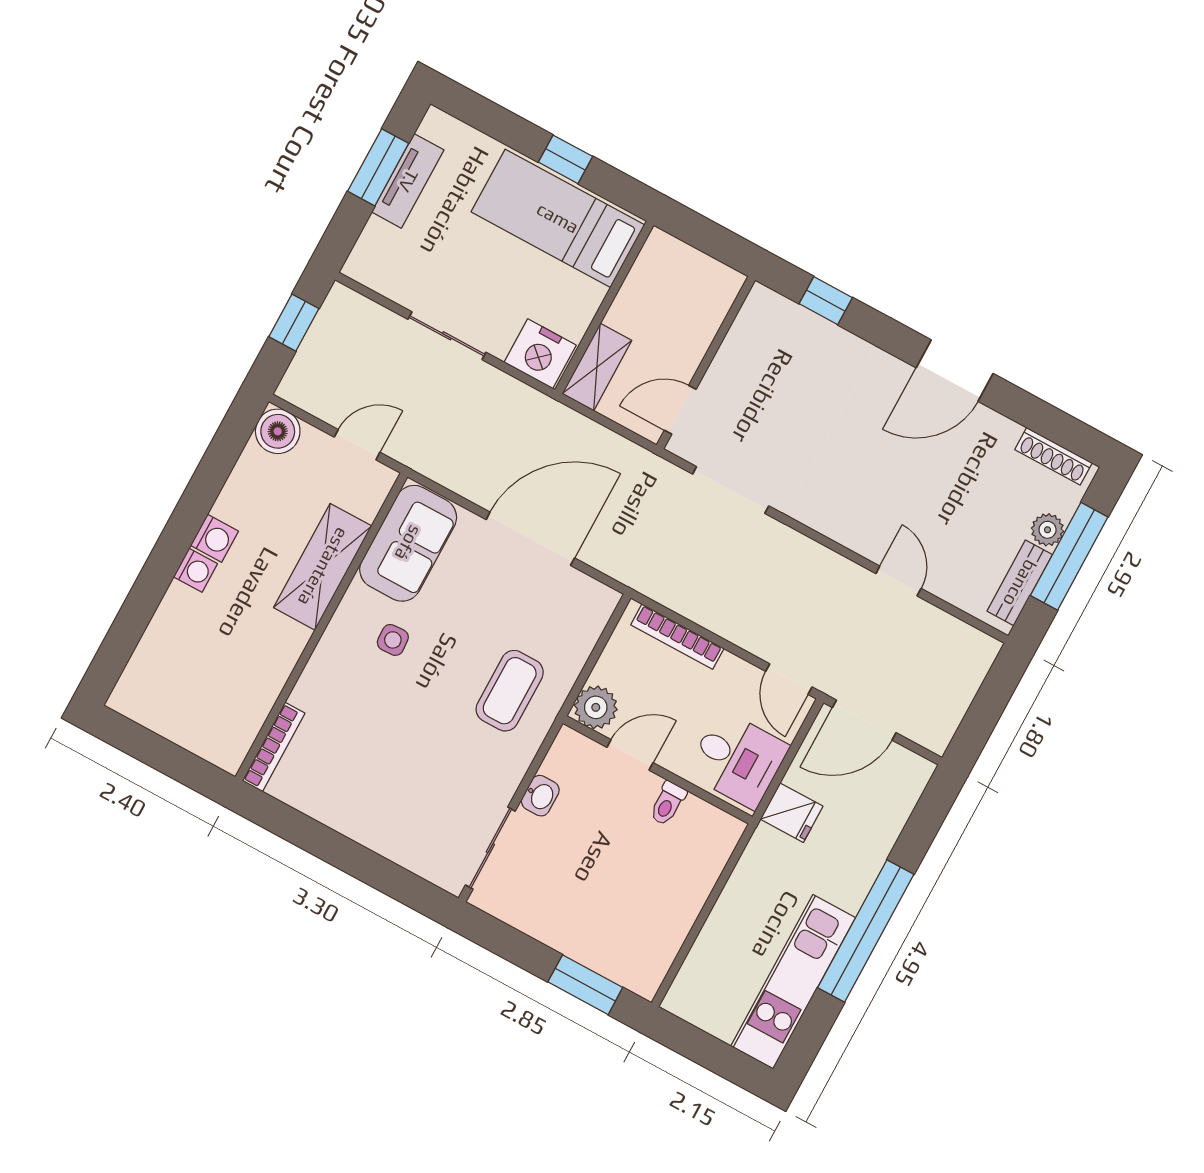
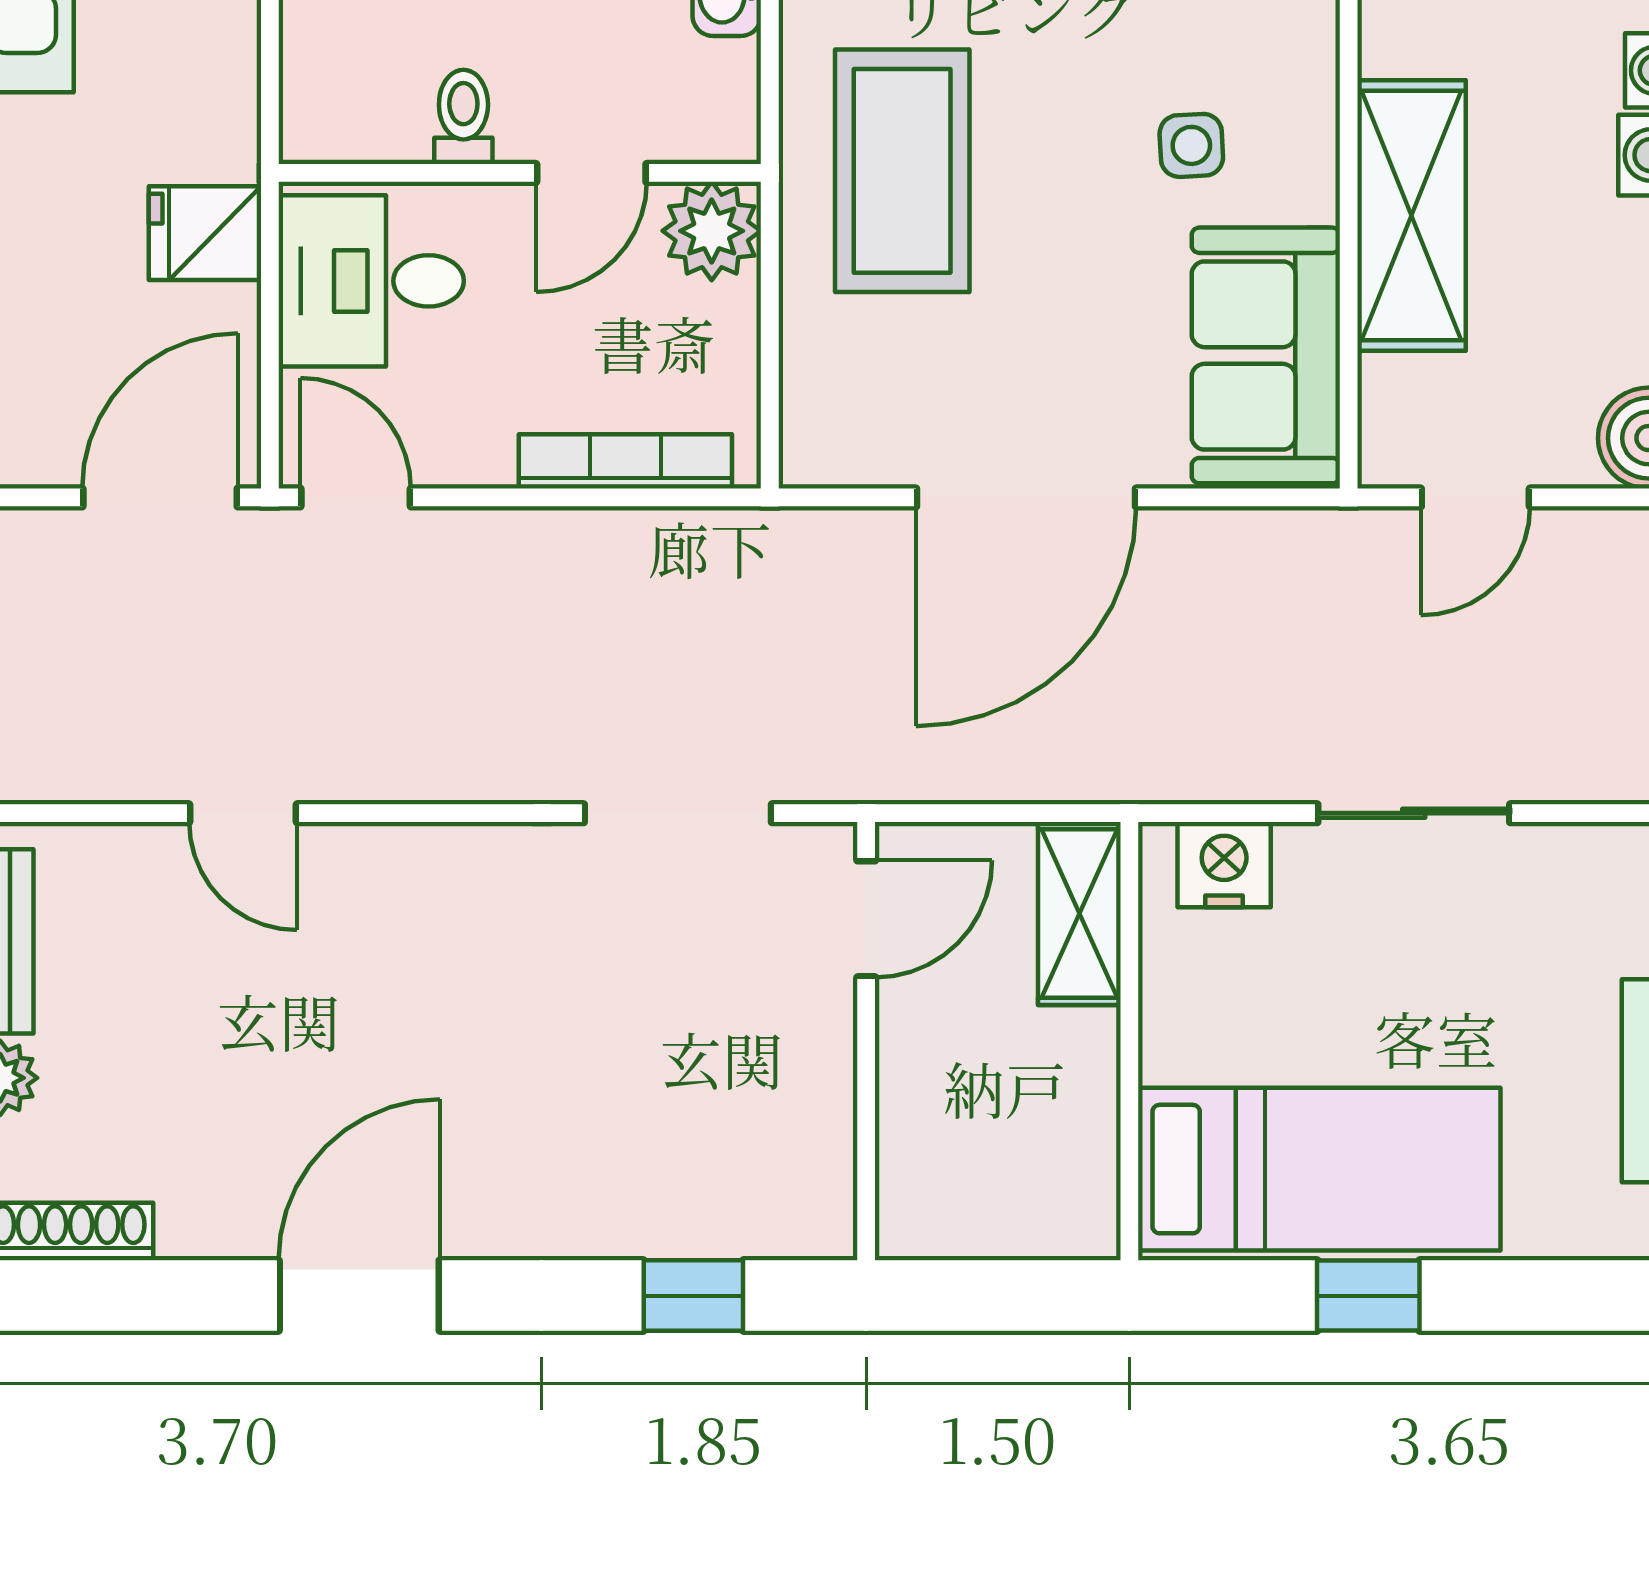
nightstand: (540, 354) -> (1224, 865), width x0.74, depth x0.75
coffee table: (510, 691) -> (902, 171), width x1.36, depth x1.32

